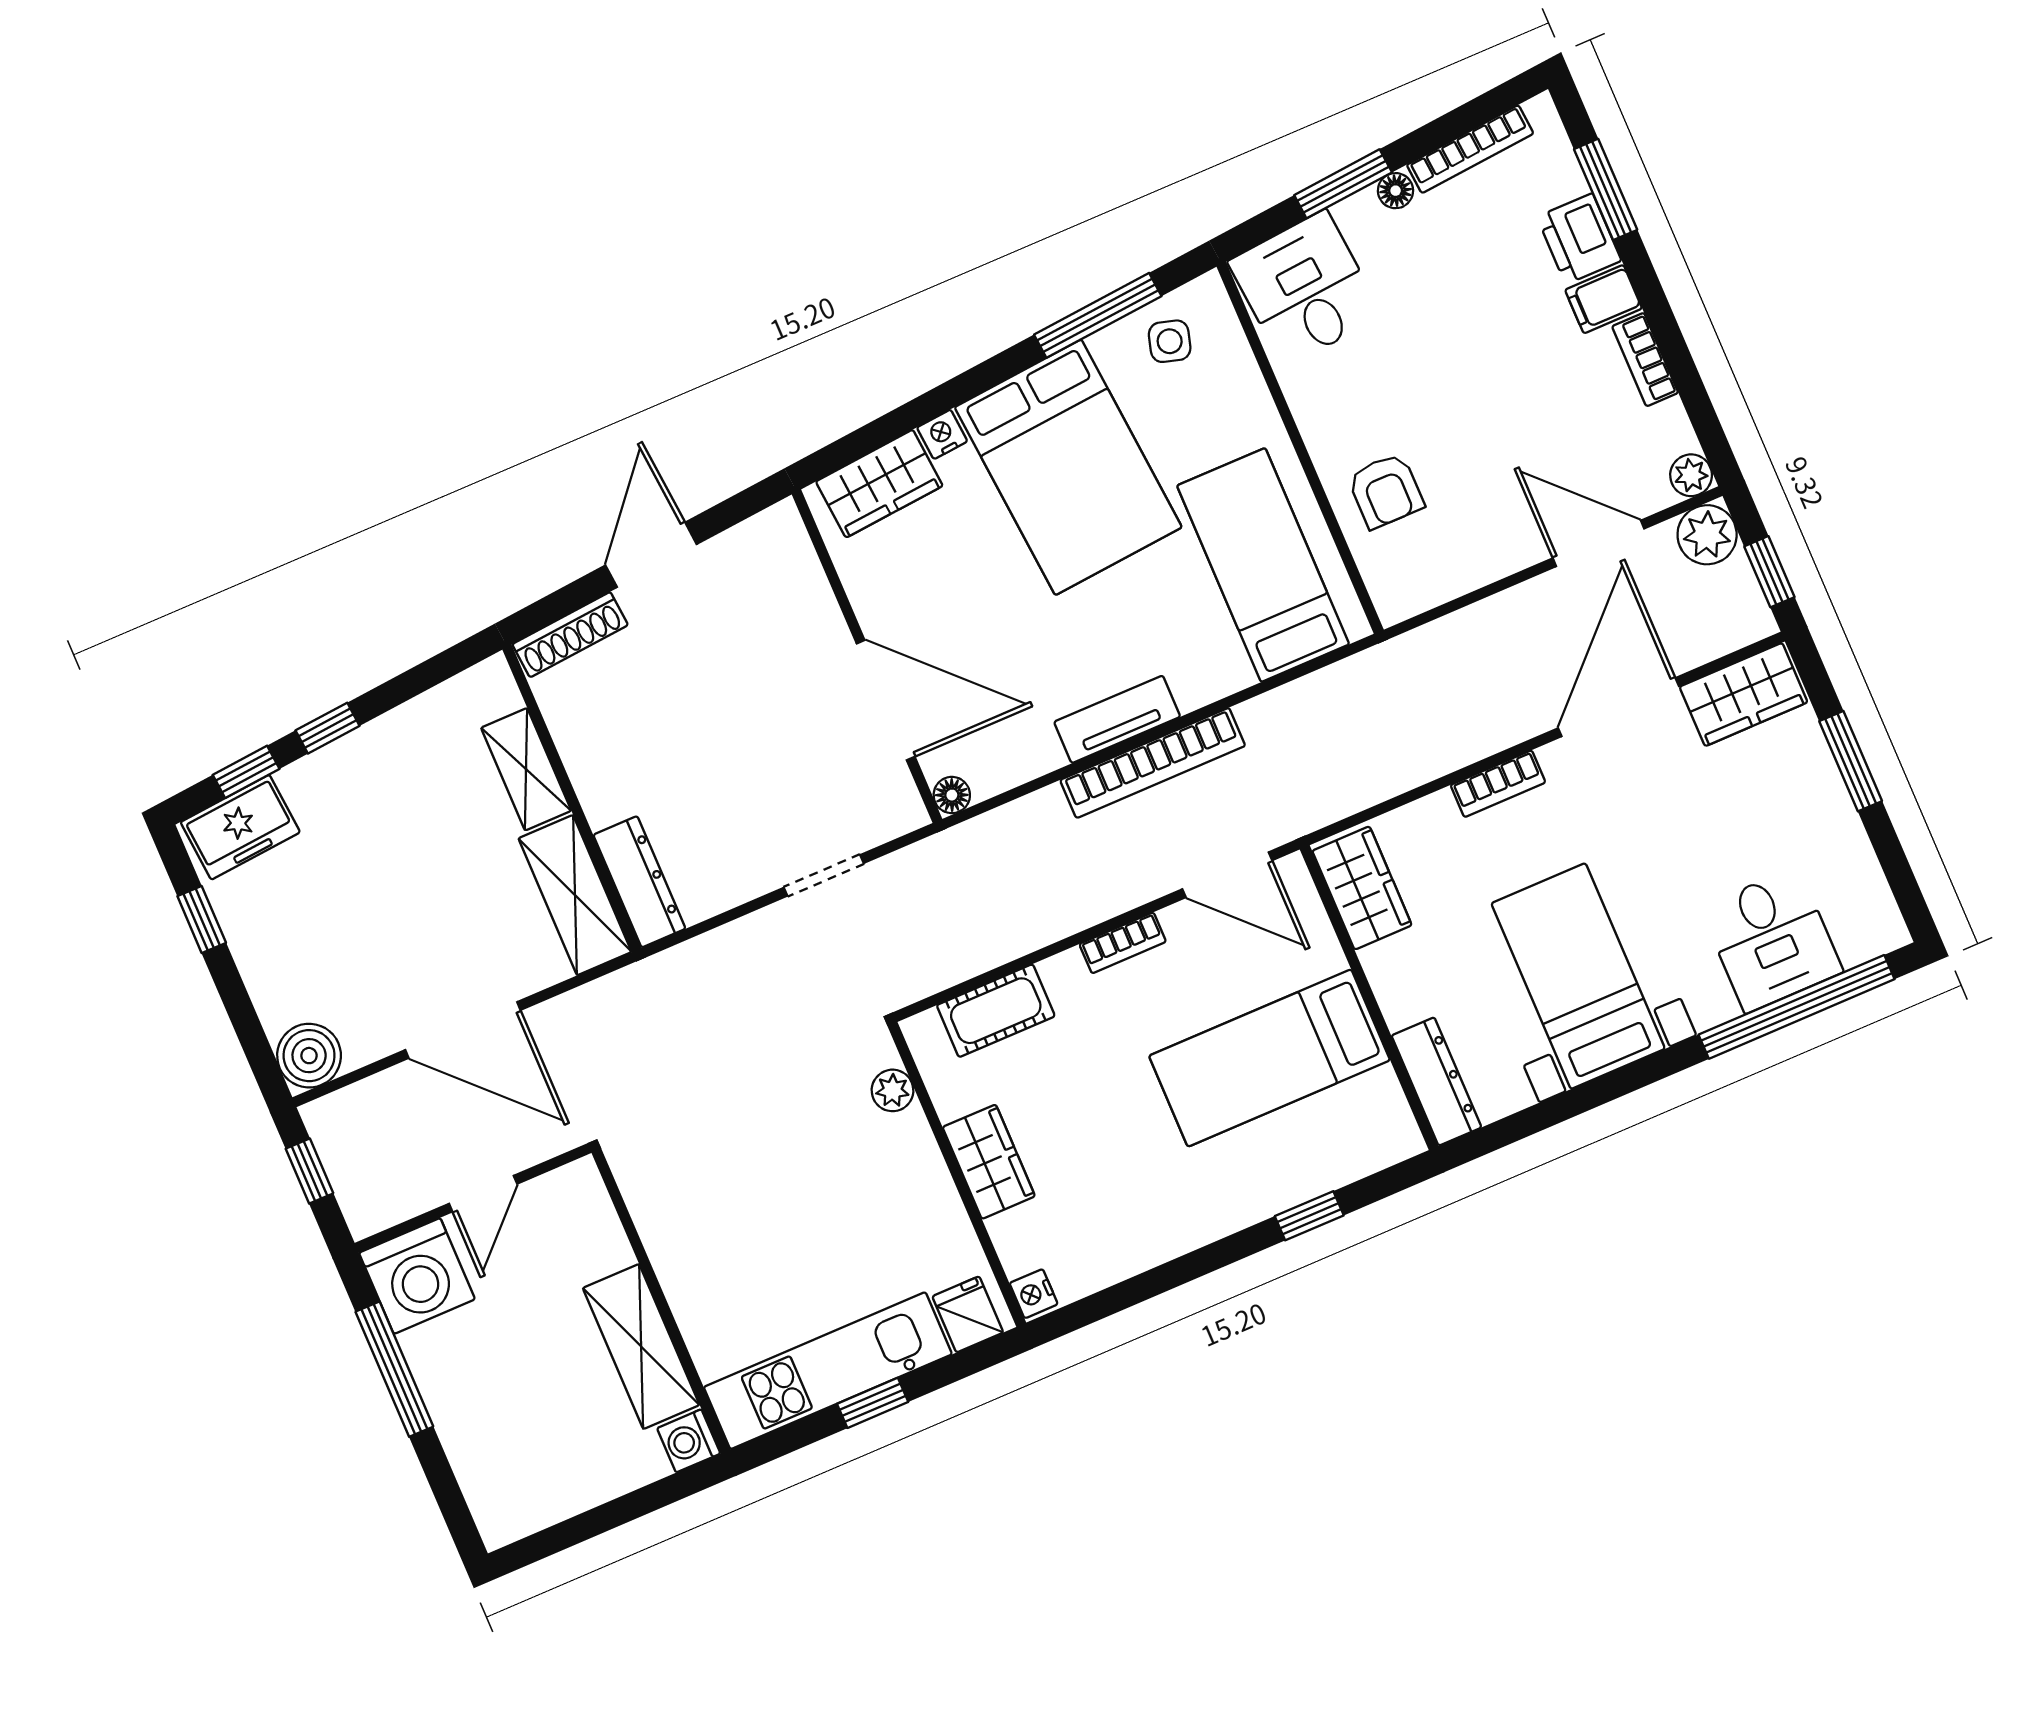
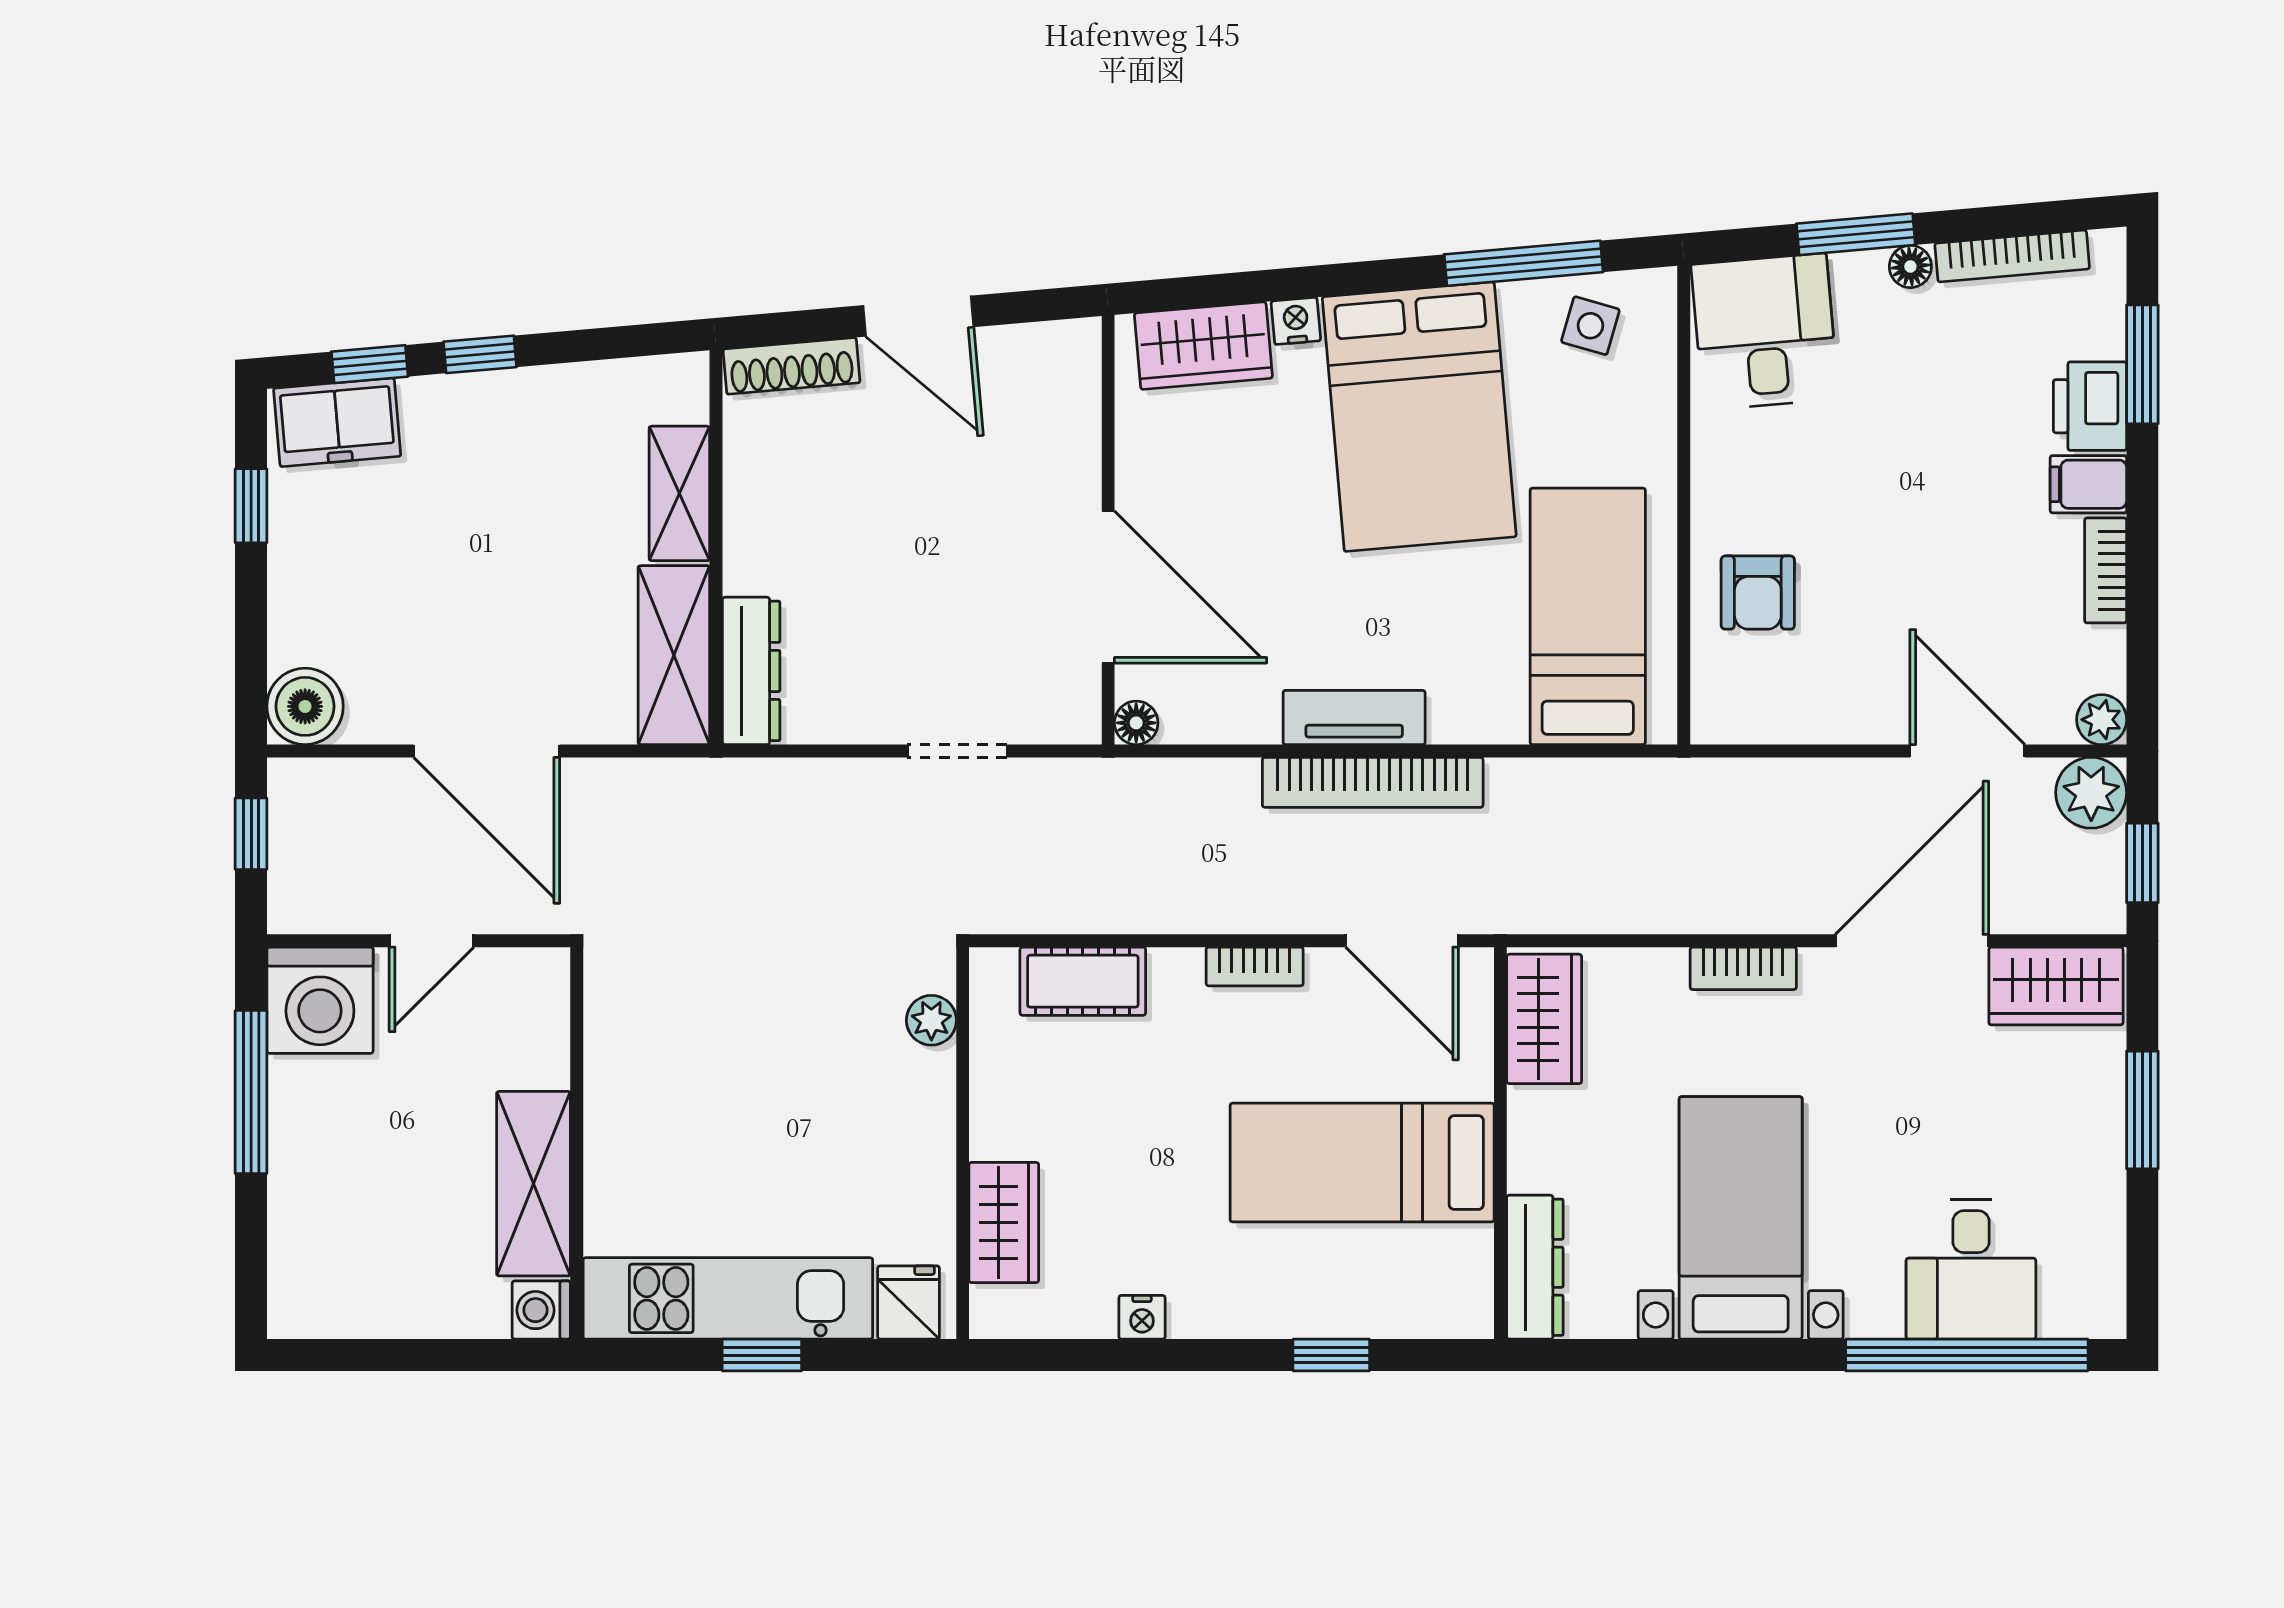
door: (651, 555) -> (918, 316), swing flipped
wardrobe: (989, 1162) -> (1004, 1222), moved
nightstand: (1034, 1294) -> (1142, 1317), moved, turned -90

